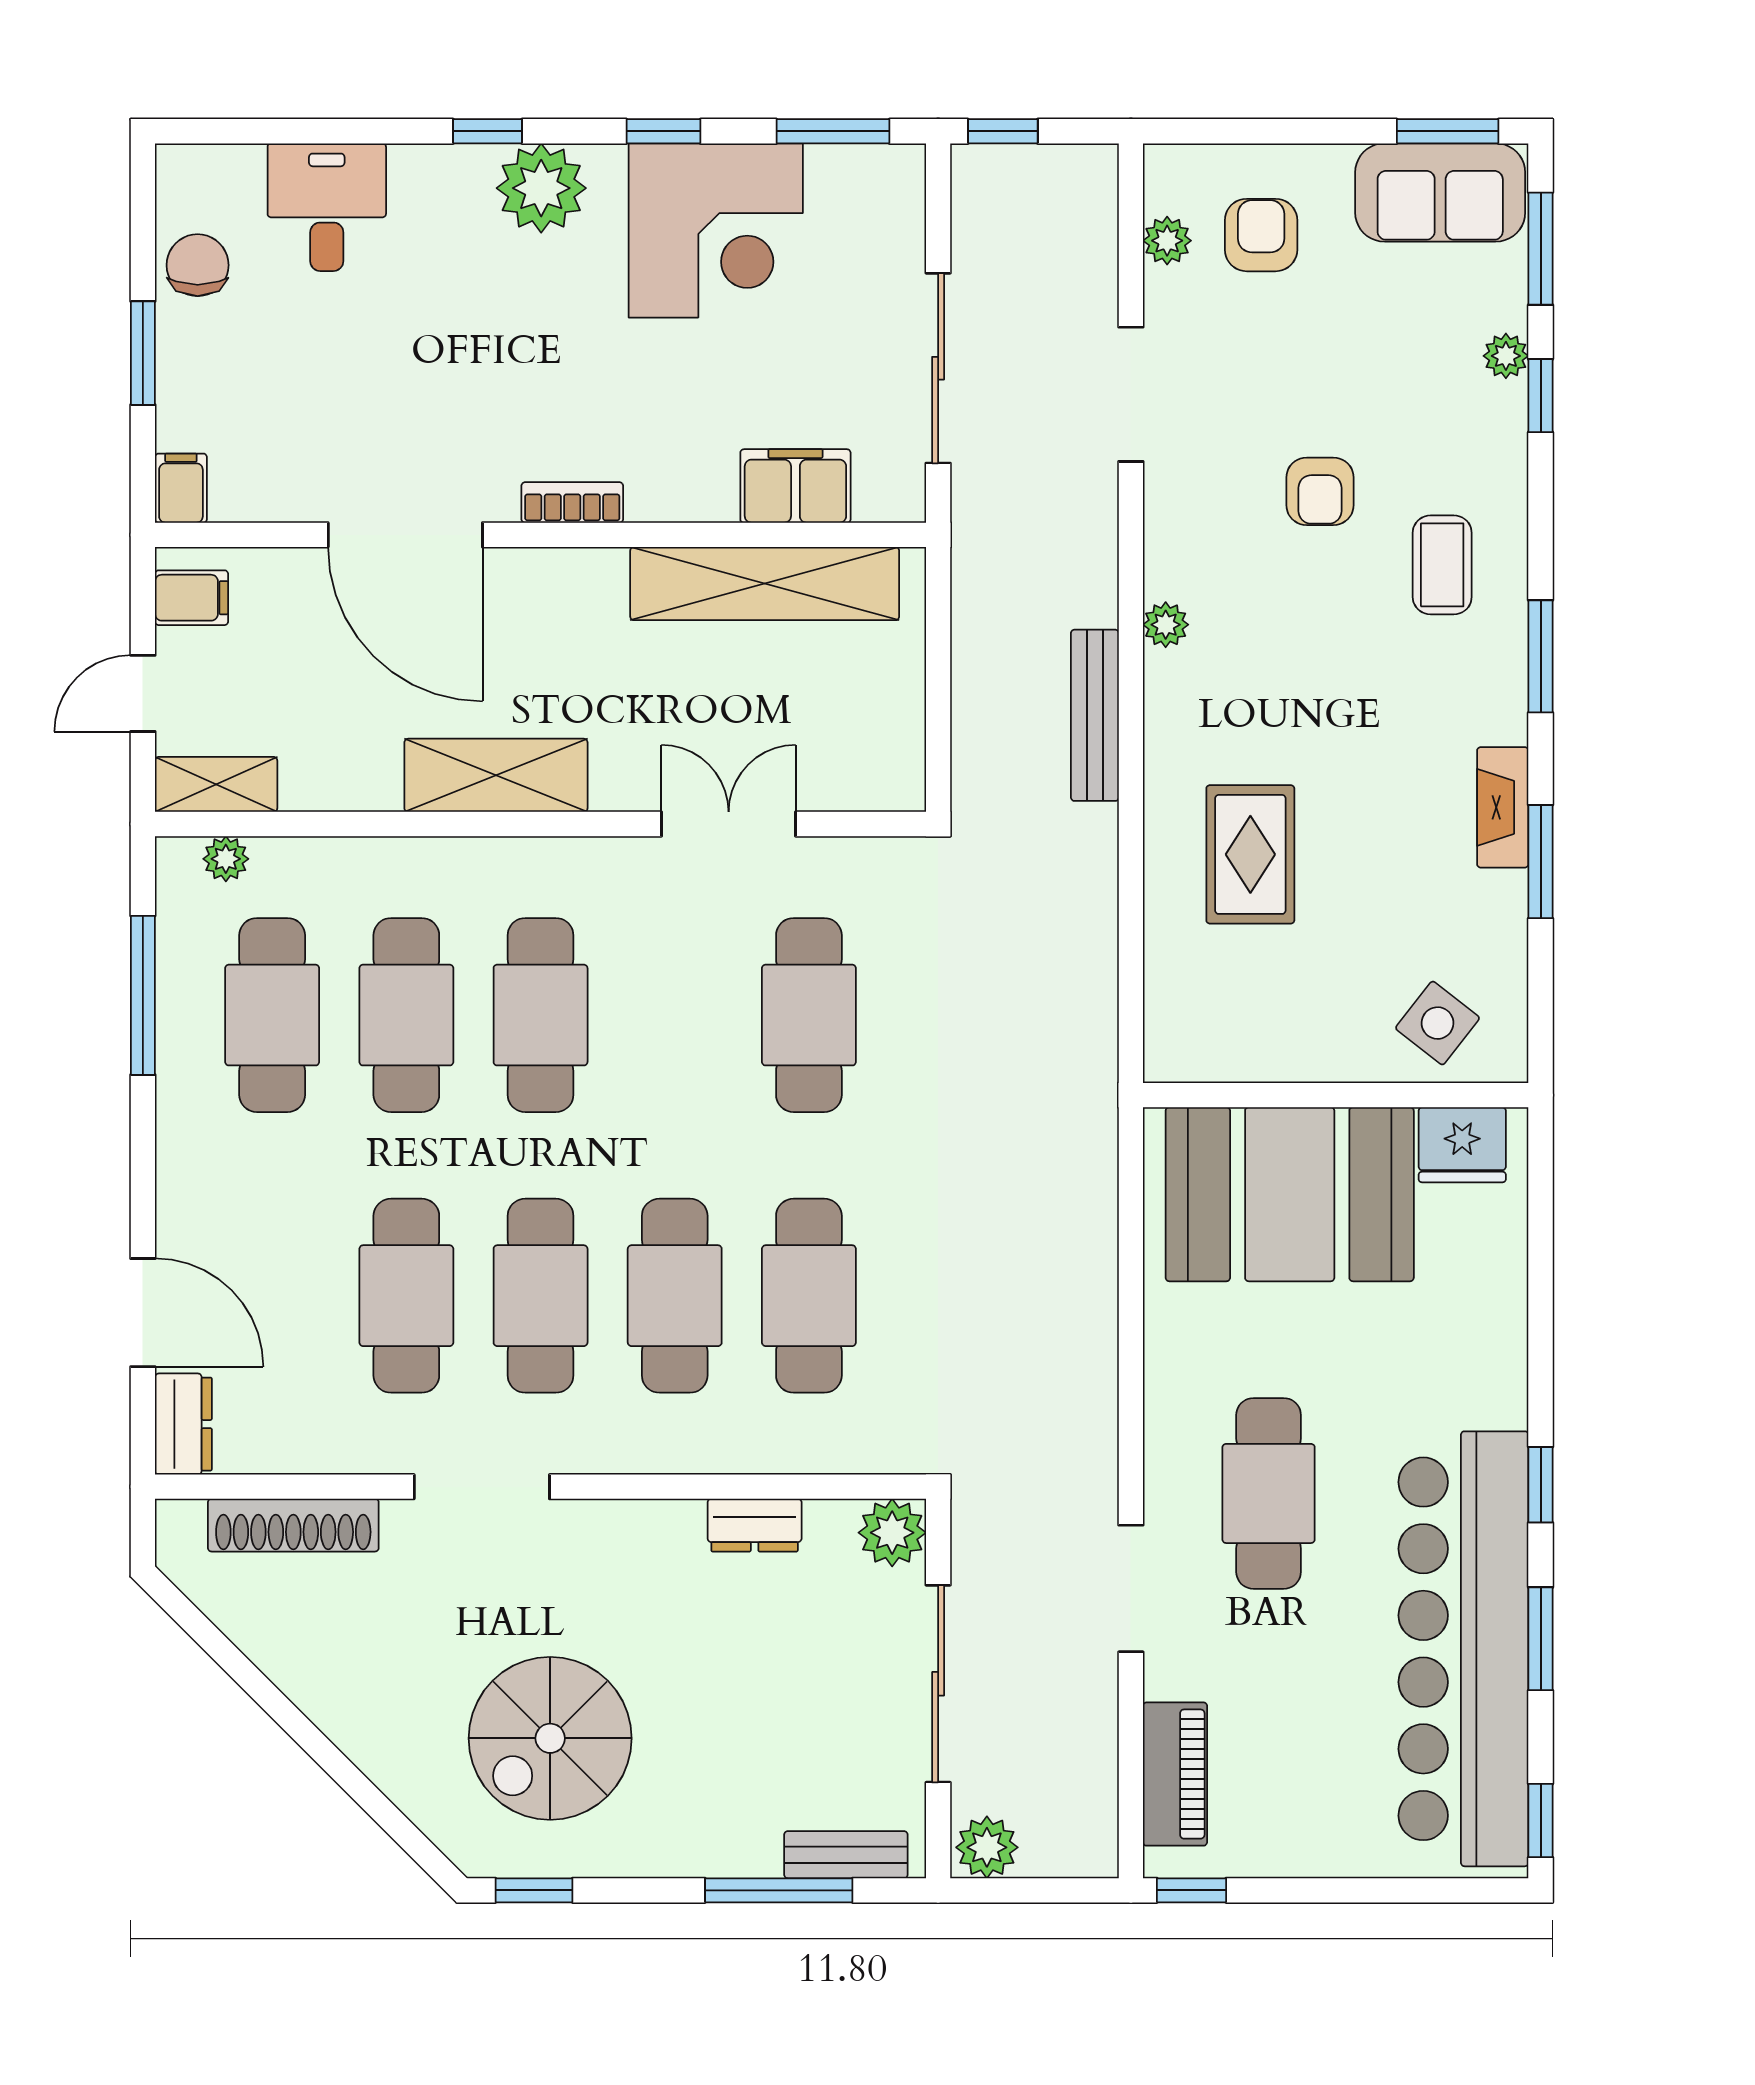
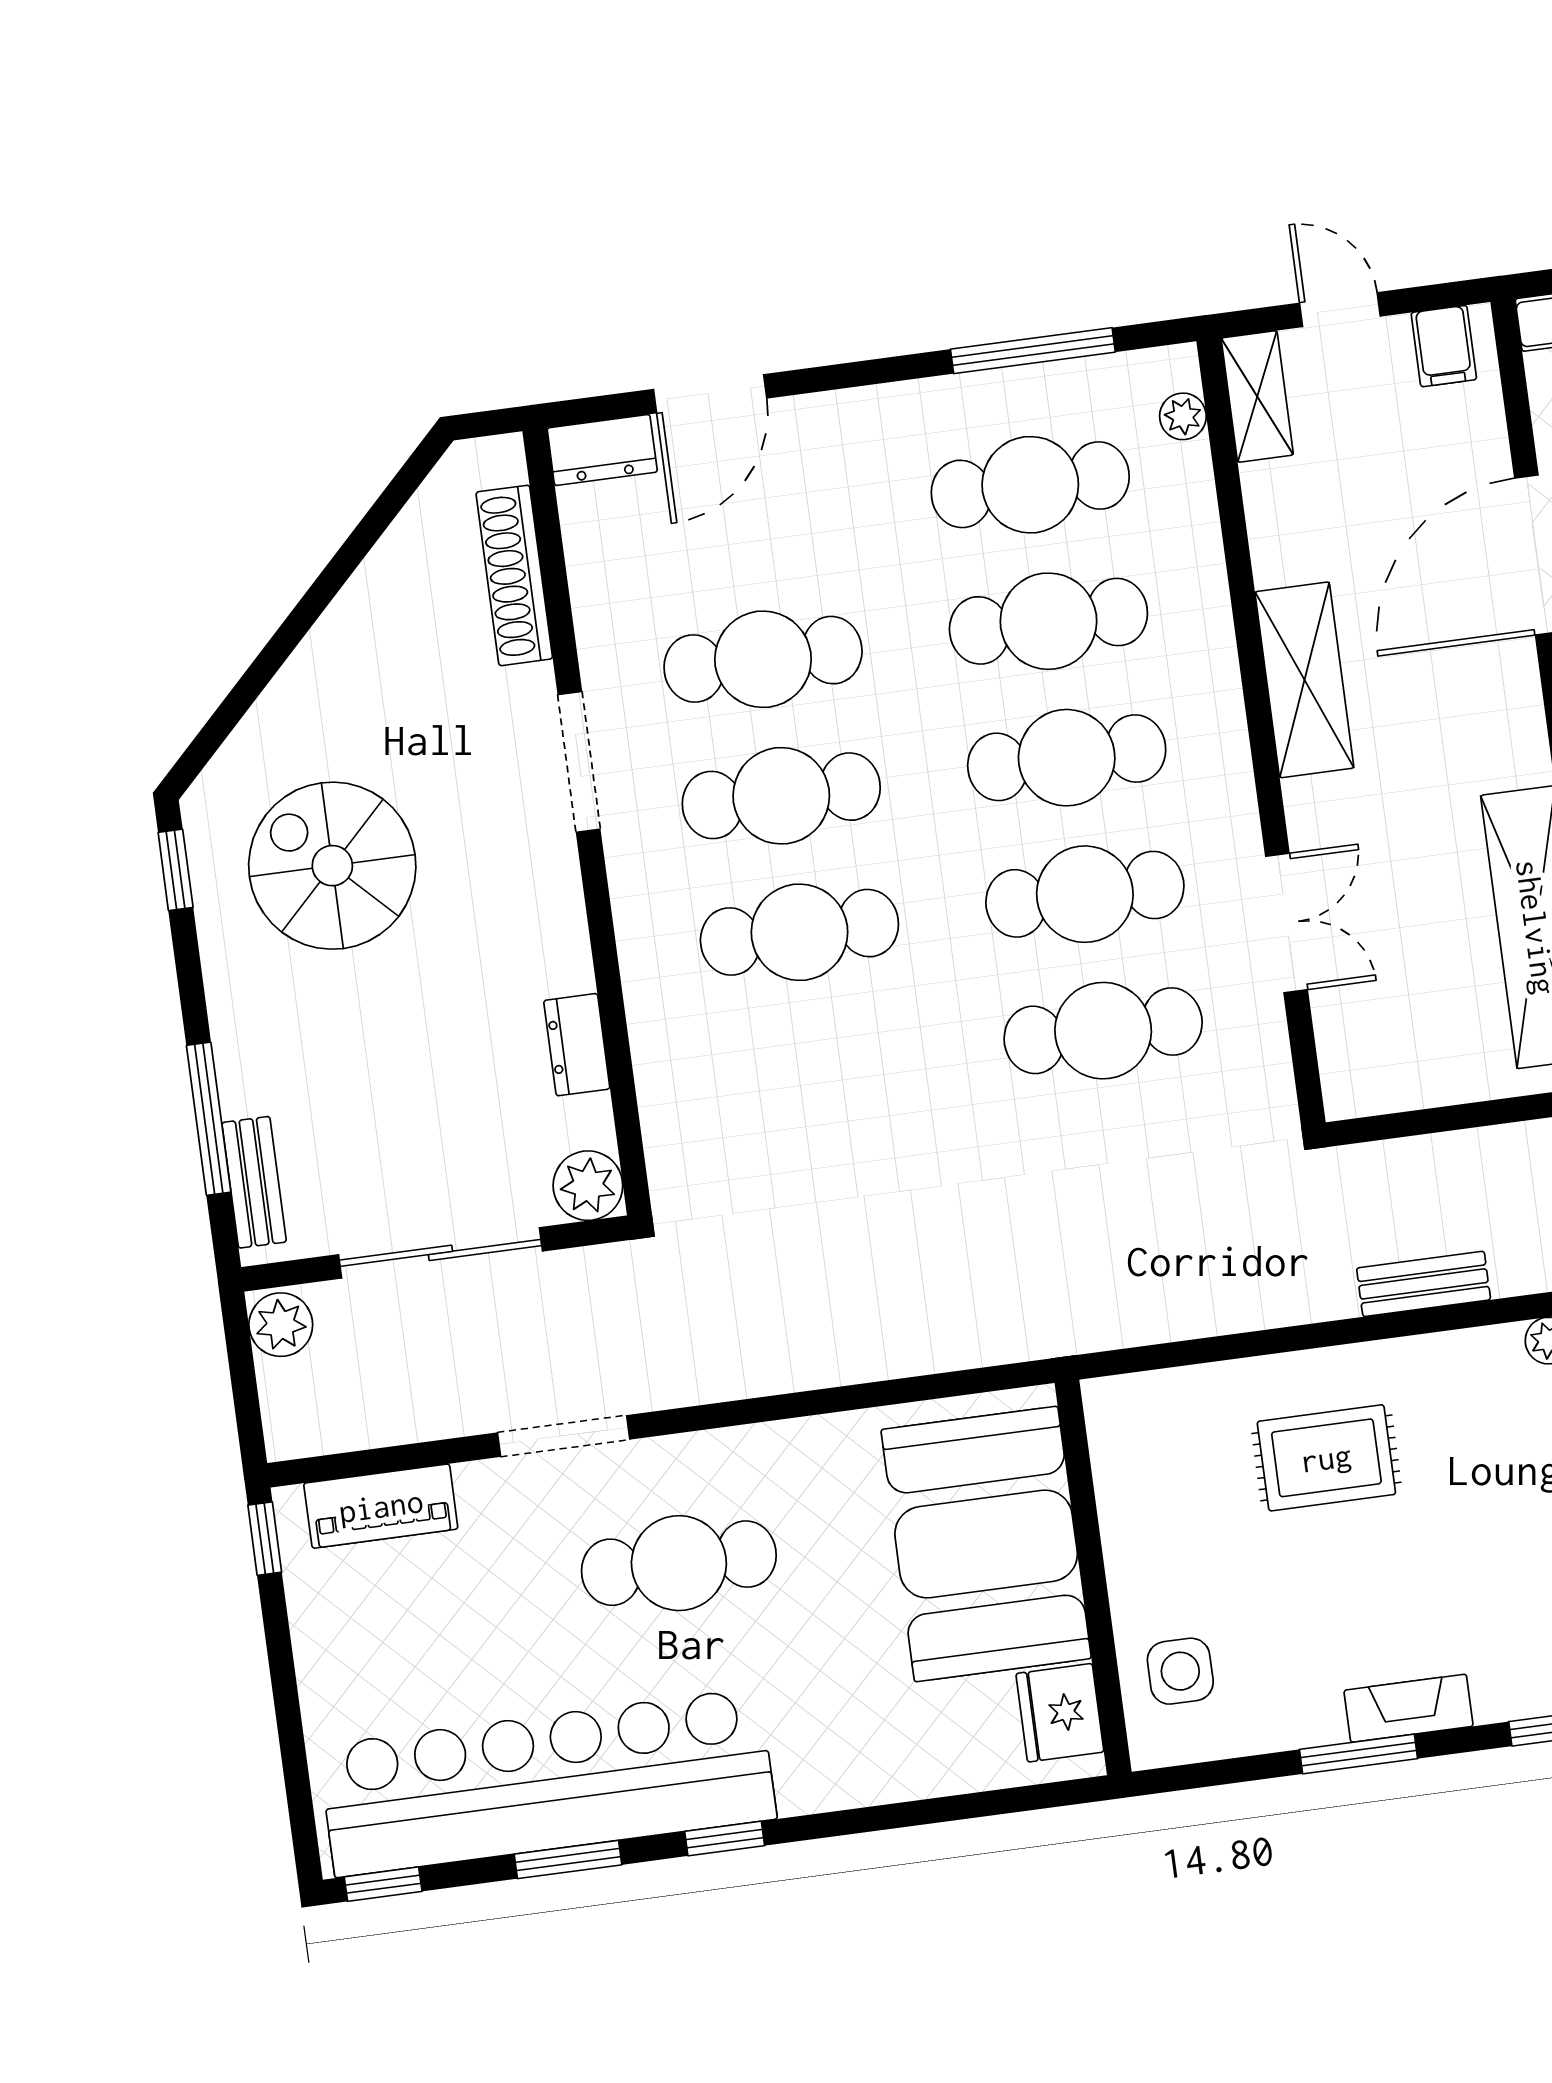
bench: (1095, 715) -> (1424, 1284), width x0.73
side table: (1438, 1023) -> (1180, 1671), turned -38
cafe table: (809, 1296) -> (1085, 894), moved

